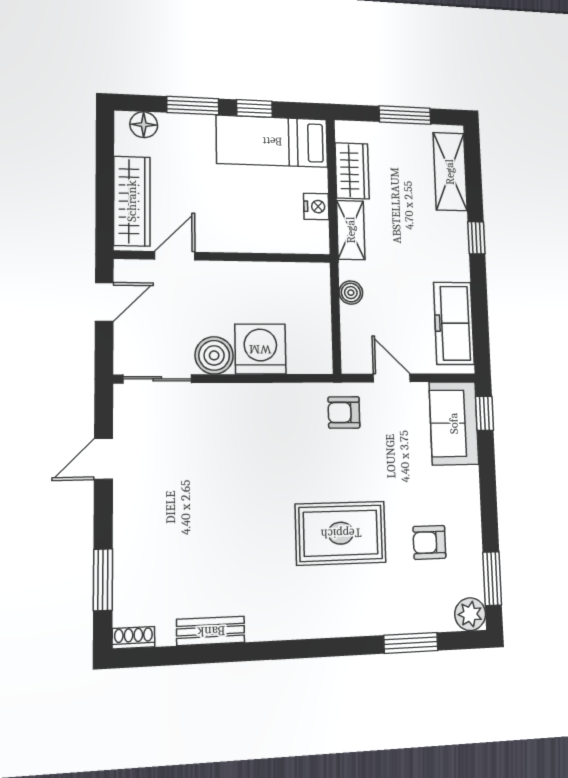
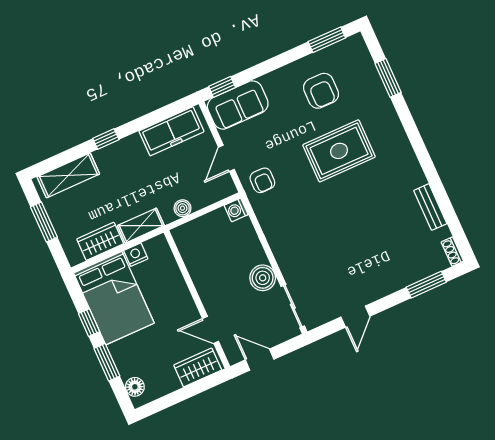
bed: (272, 141) -> (114, 298), width x1.50
wardrobe: (132, 201) -> (198, 367), width x0.67
washing machine: (260, 349) -> (236, 210), moved, width x0.53, depth x0.53
door: (103, 459) -> (355, 317), hinge flipped
rug: (341, 533) -> (339, 151), turned 90
armchair: (429, 542) -> (321, 91), width x1.38, depth x1.38
plant: (470, 614) -> (355, 46), removed

